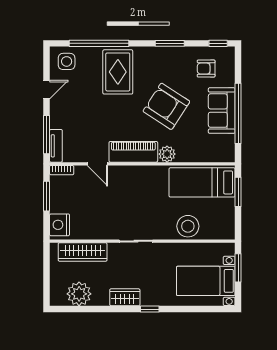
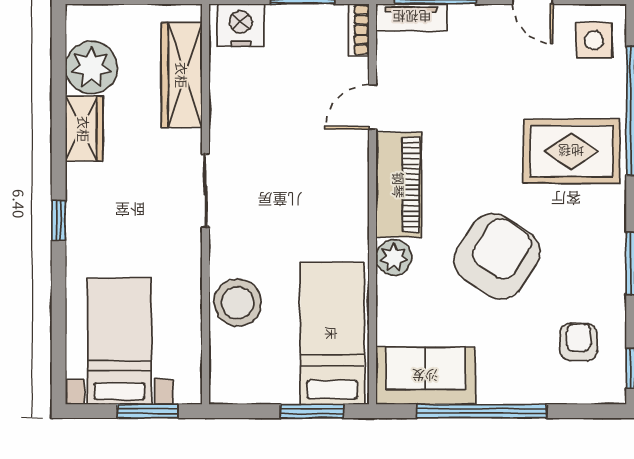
sofa: (222, 111) -> (425, 376), moved
wardrobe: (125, 297) -> (84, 129), moved

